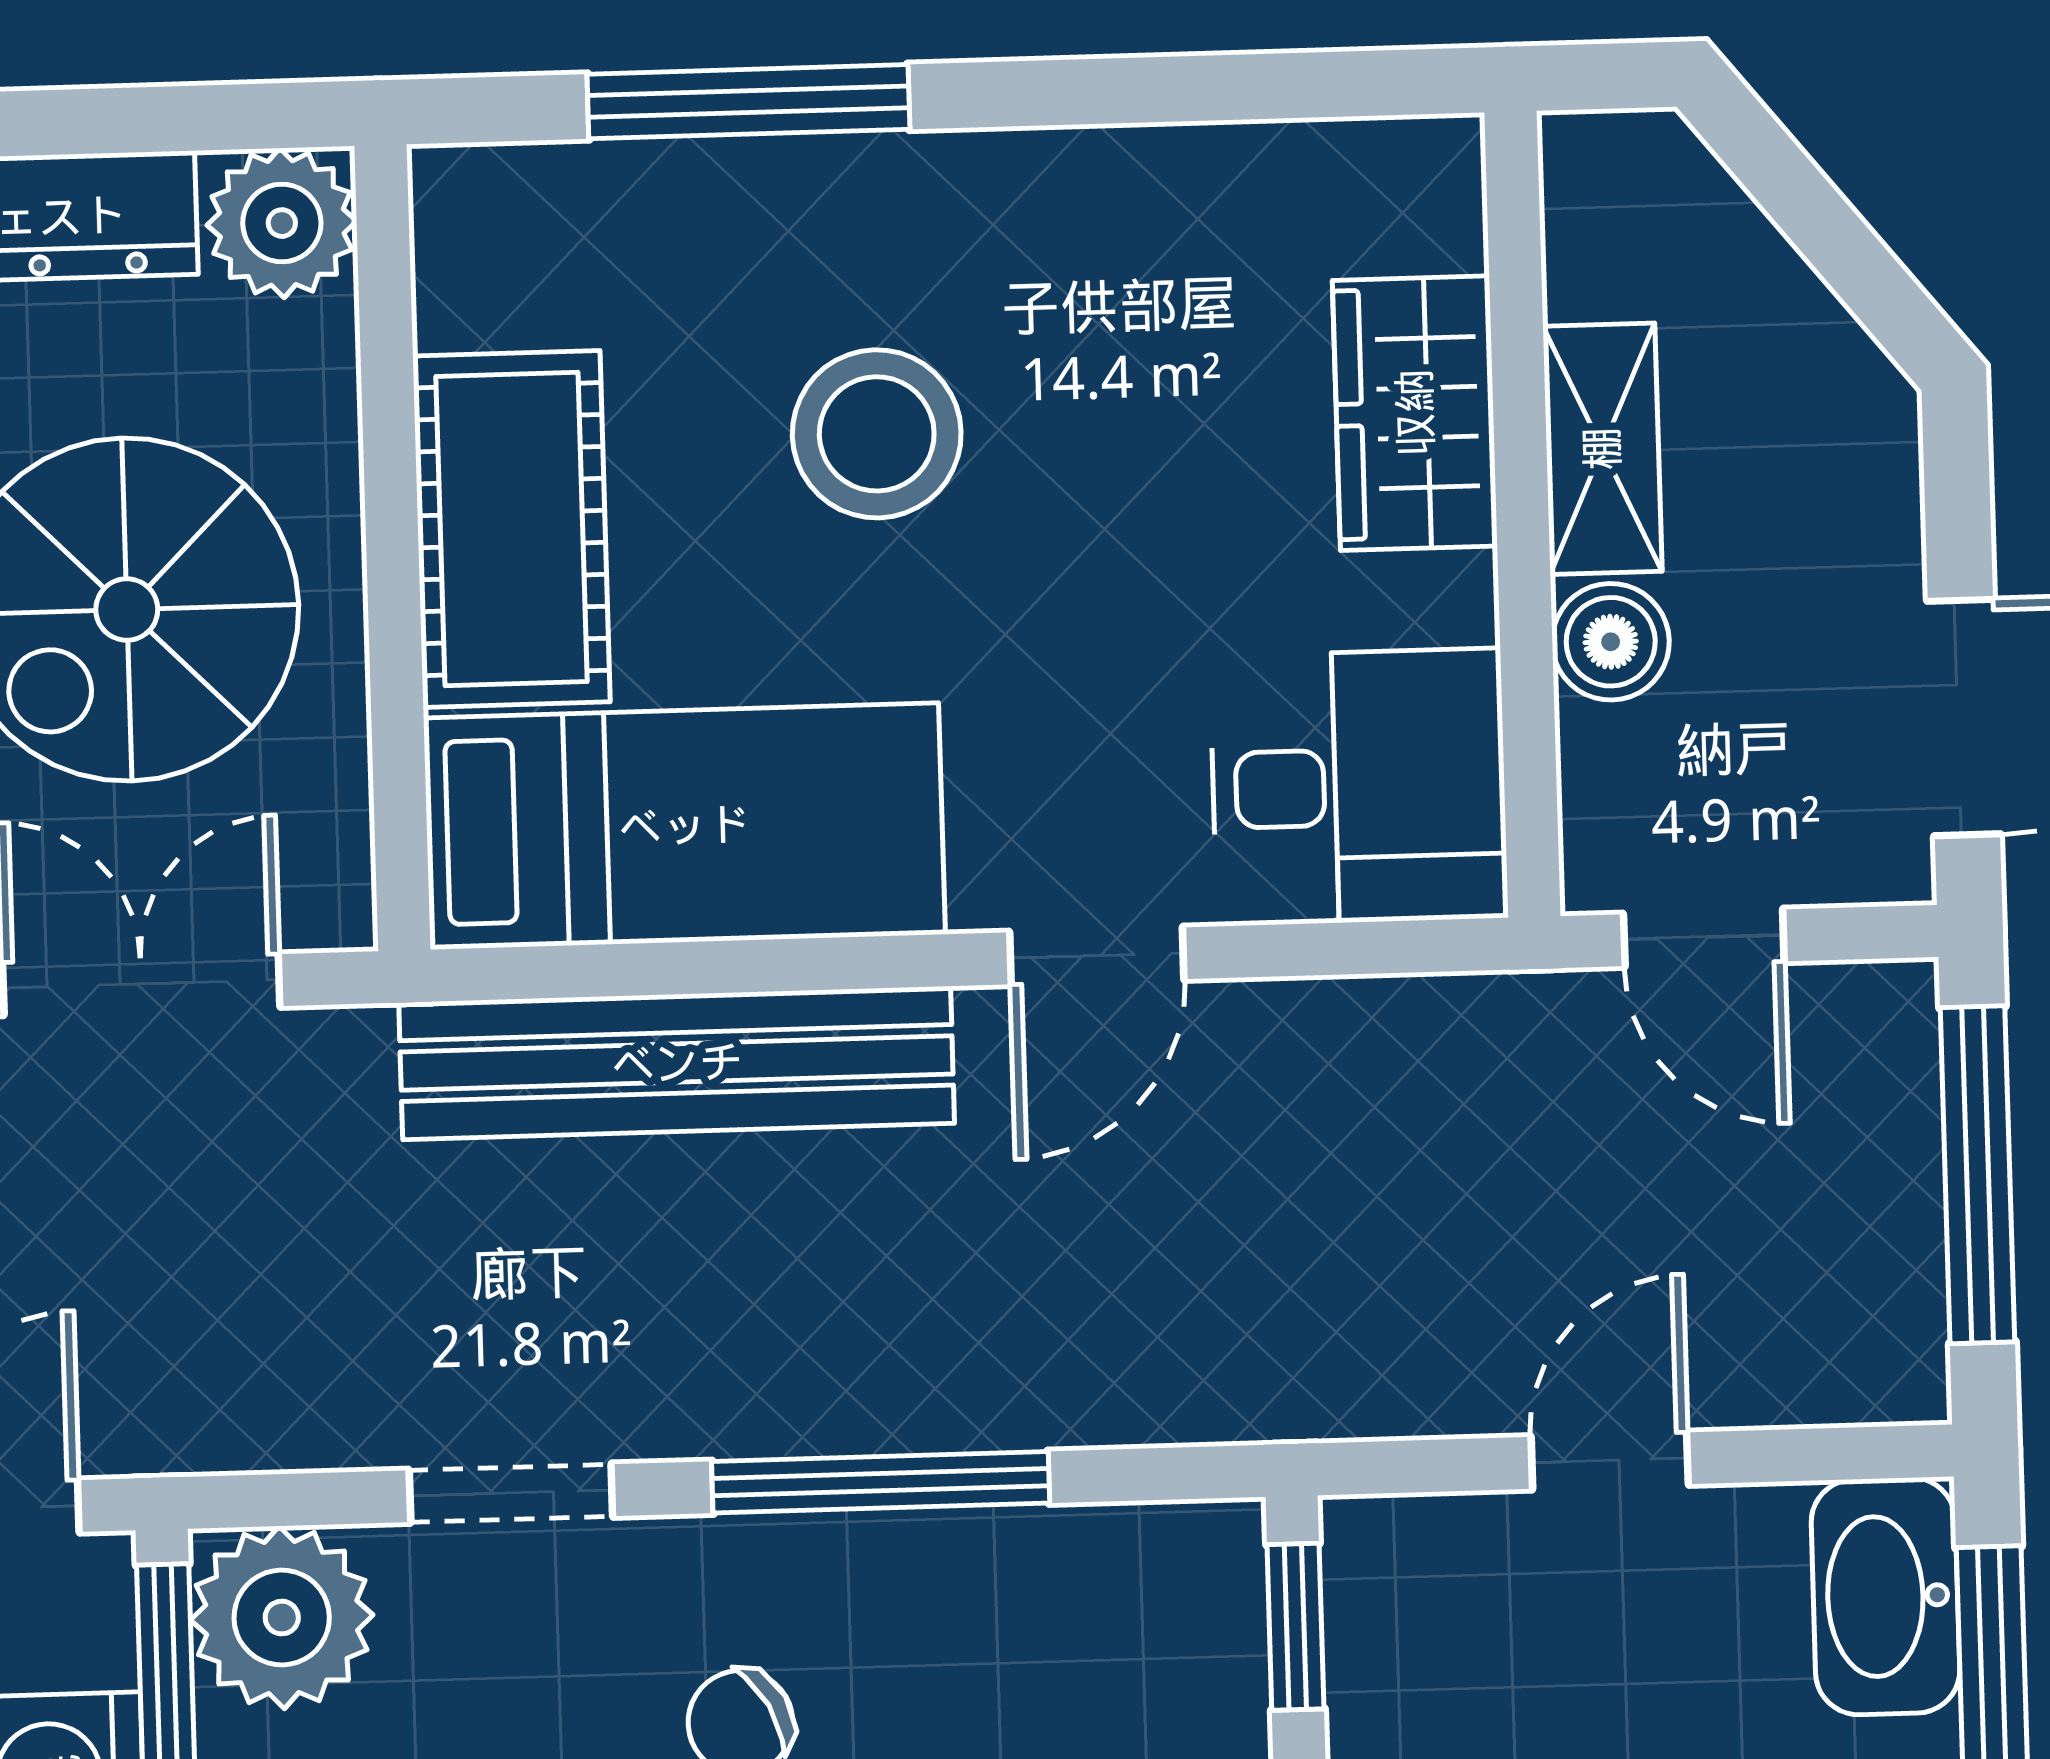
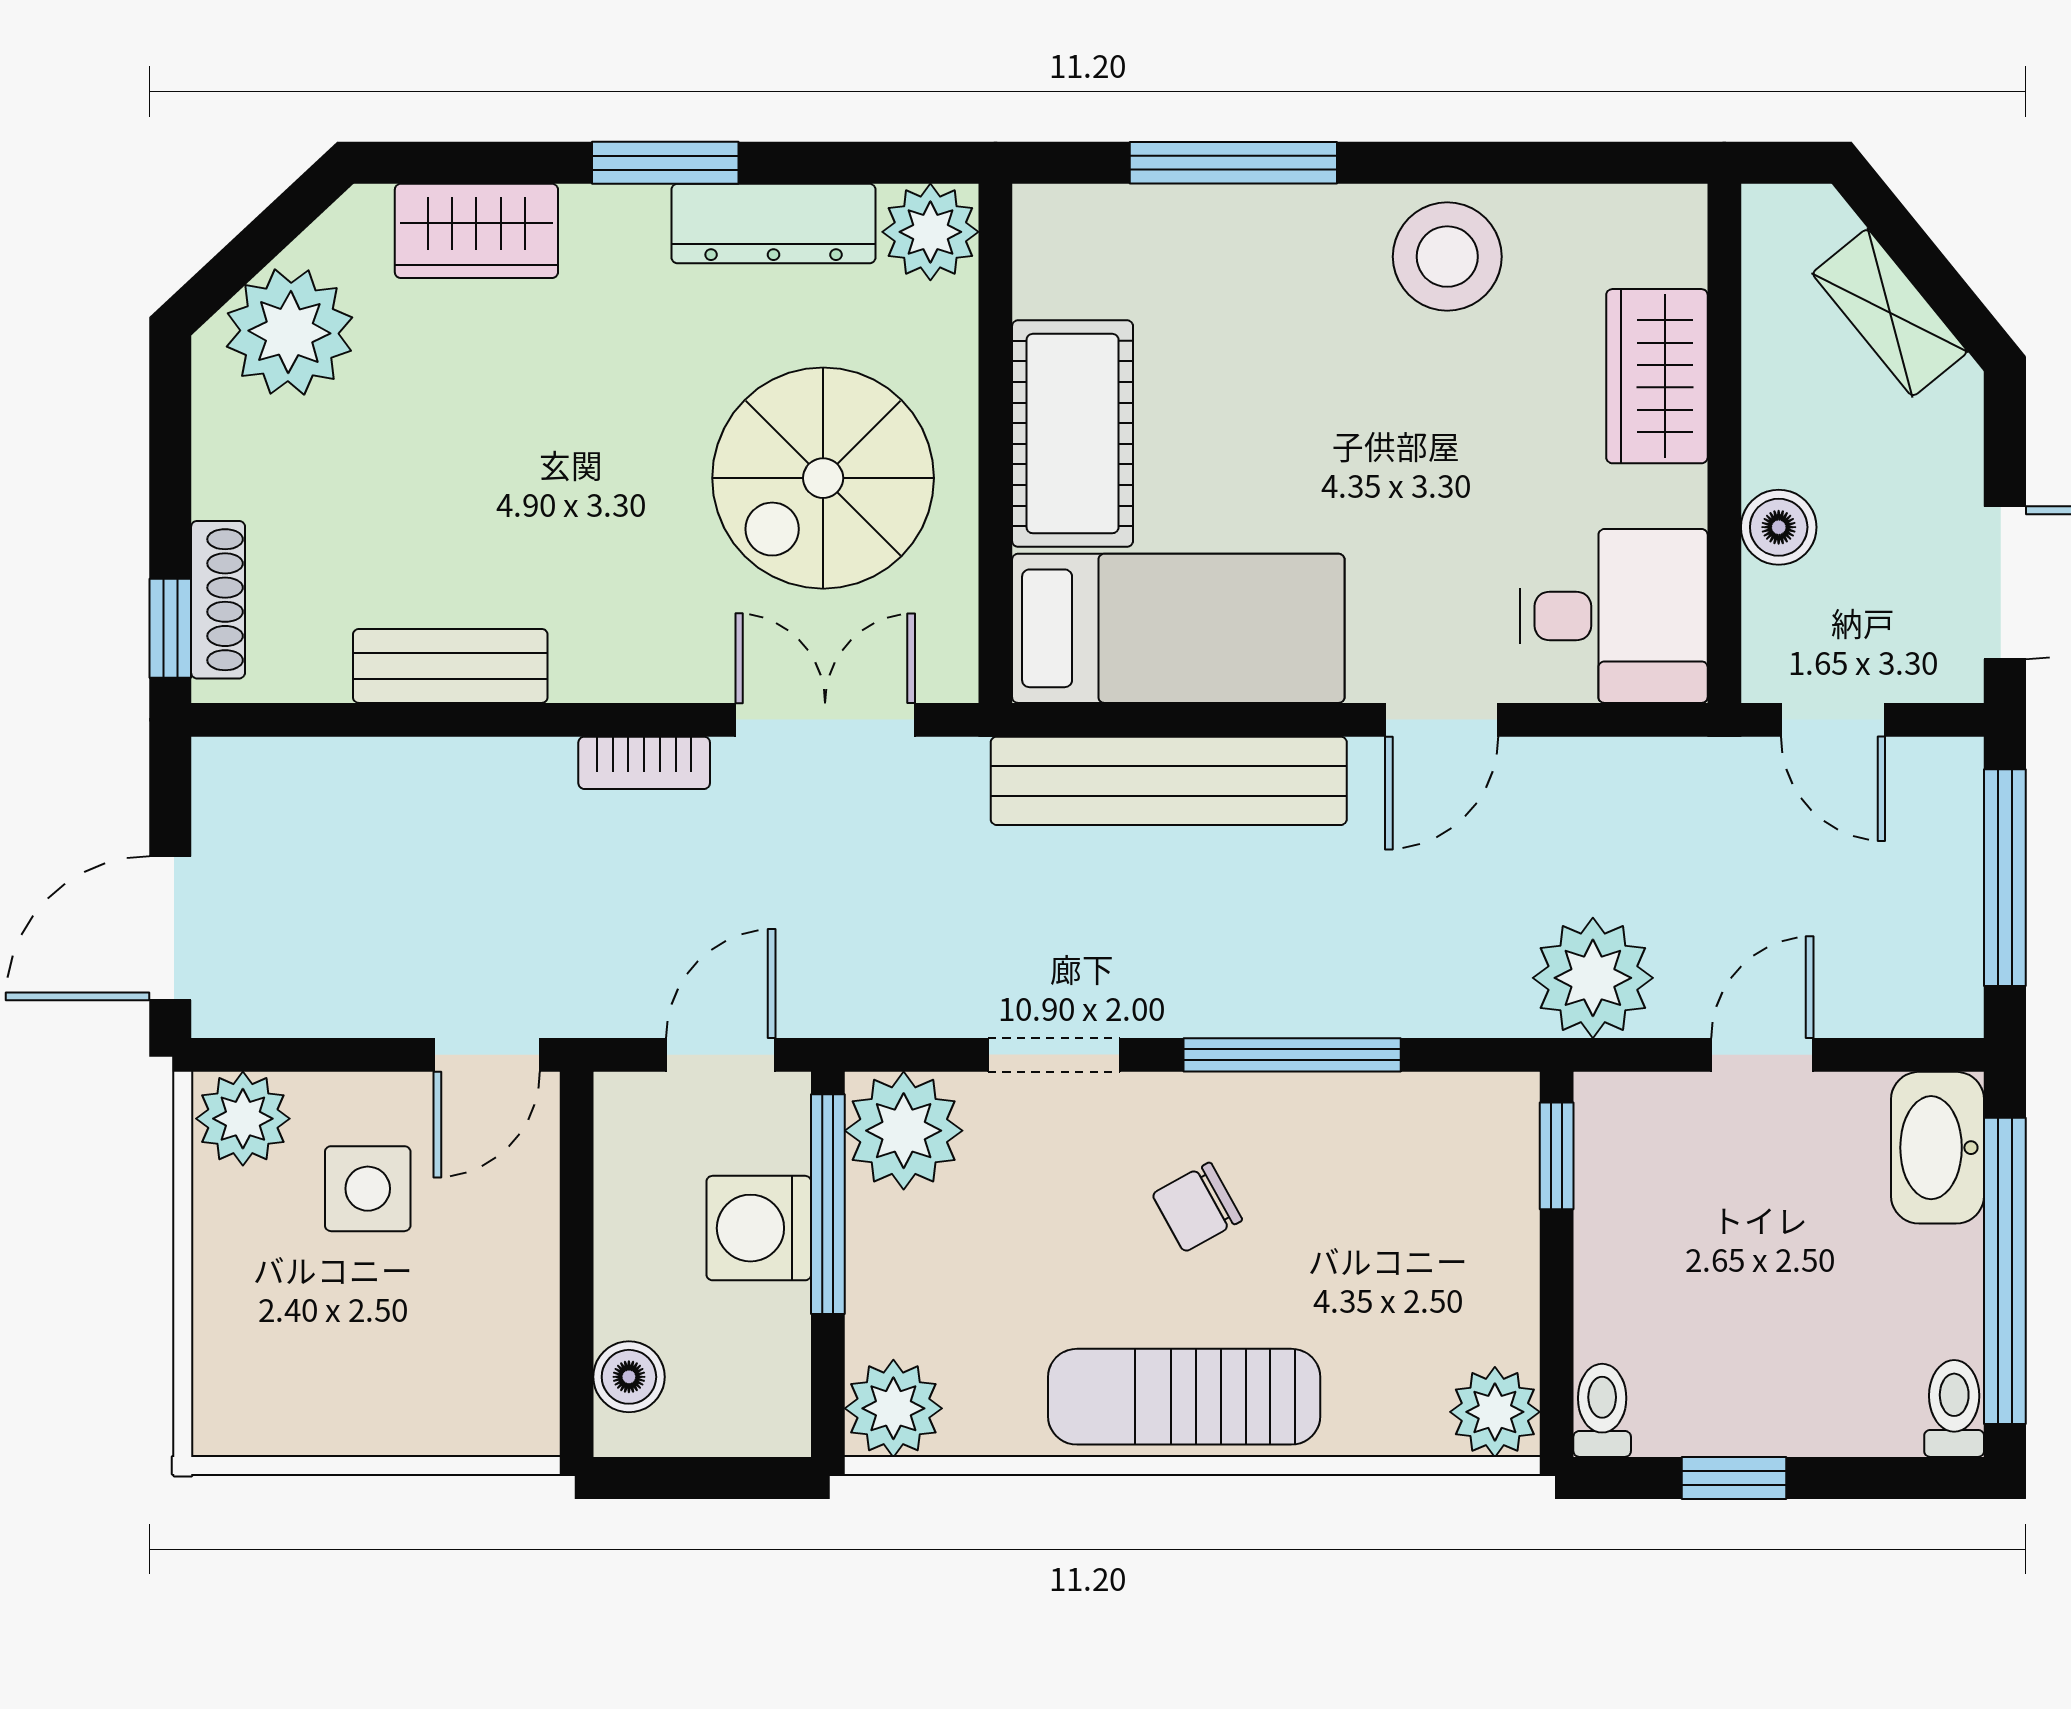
stool: (877, 434) -> (1447, 257), moved
shelving: (1602, 449) -> (1890, 313), moved, turned -39
plant: (1343, 1349) -> (1593, 978), added

